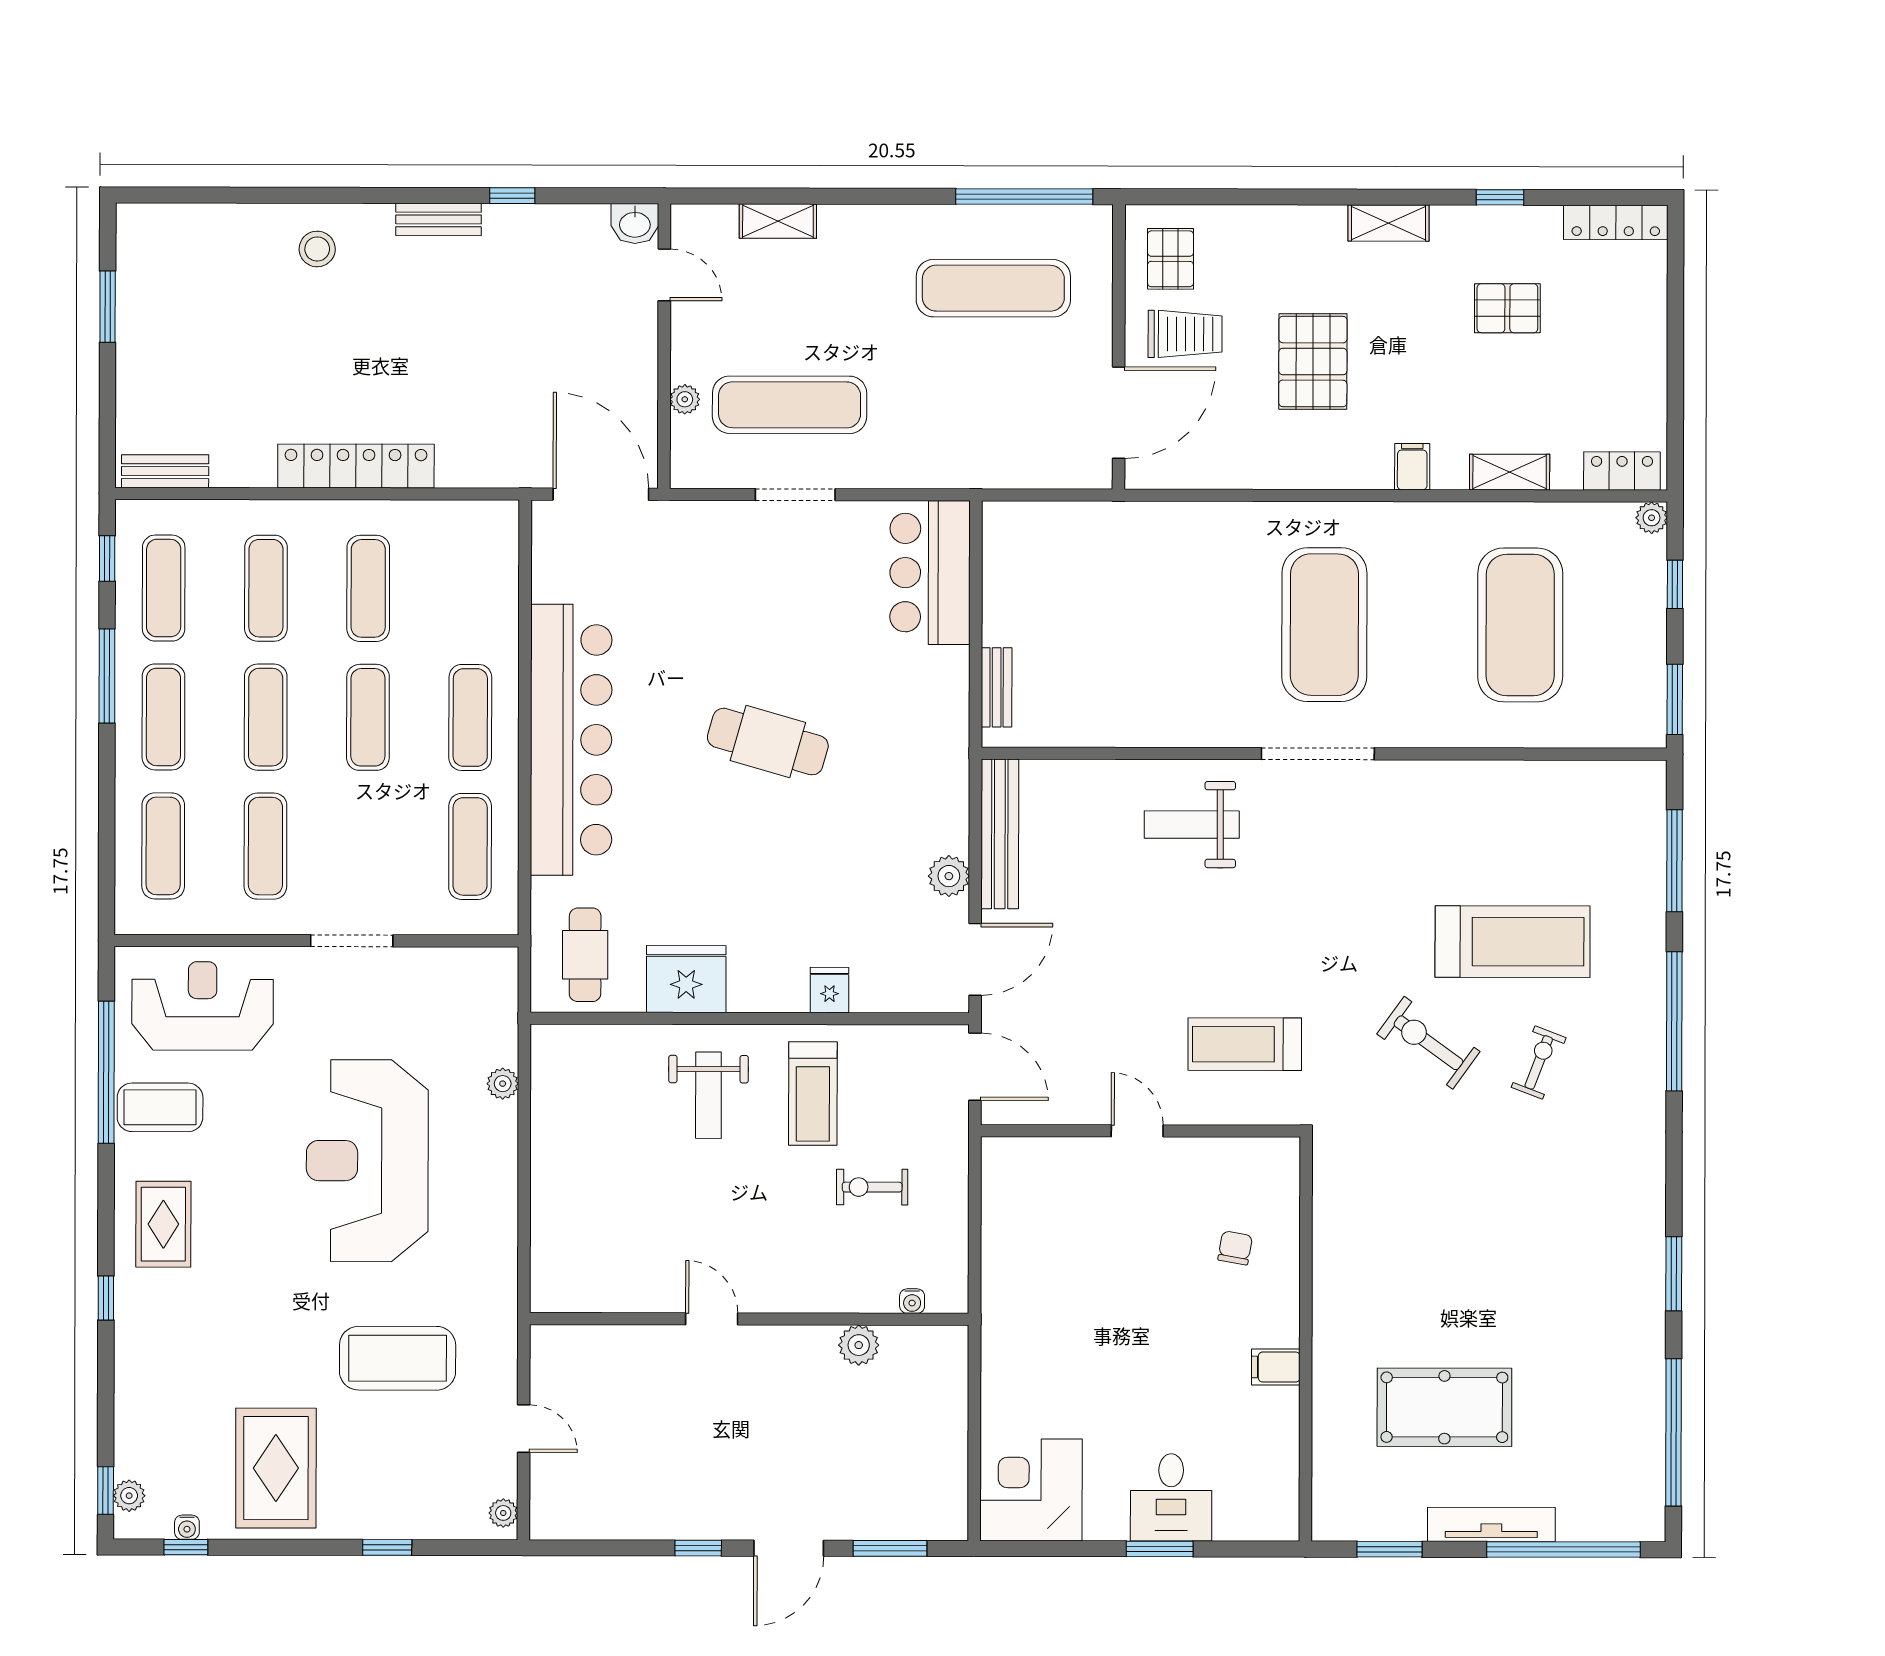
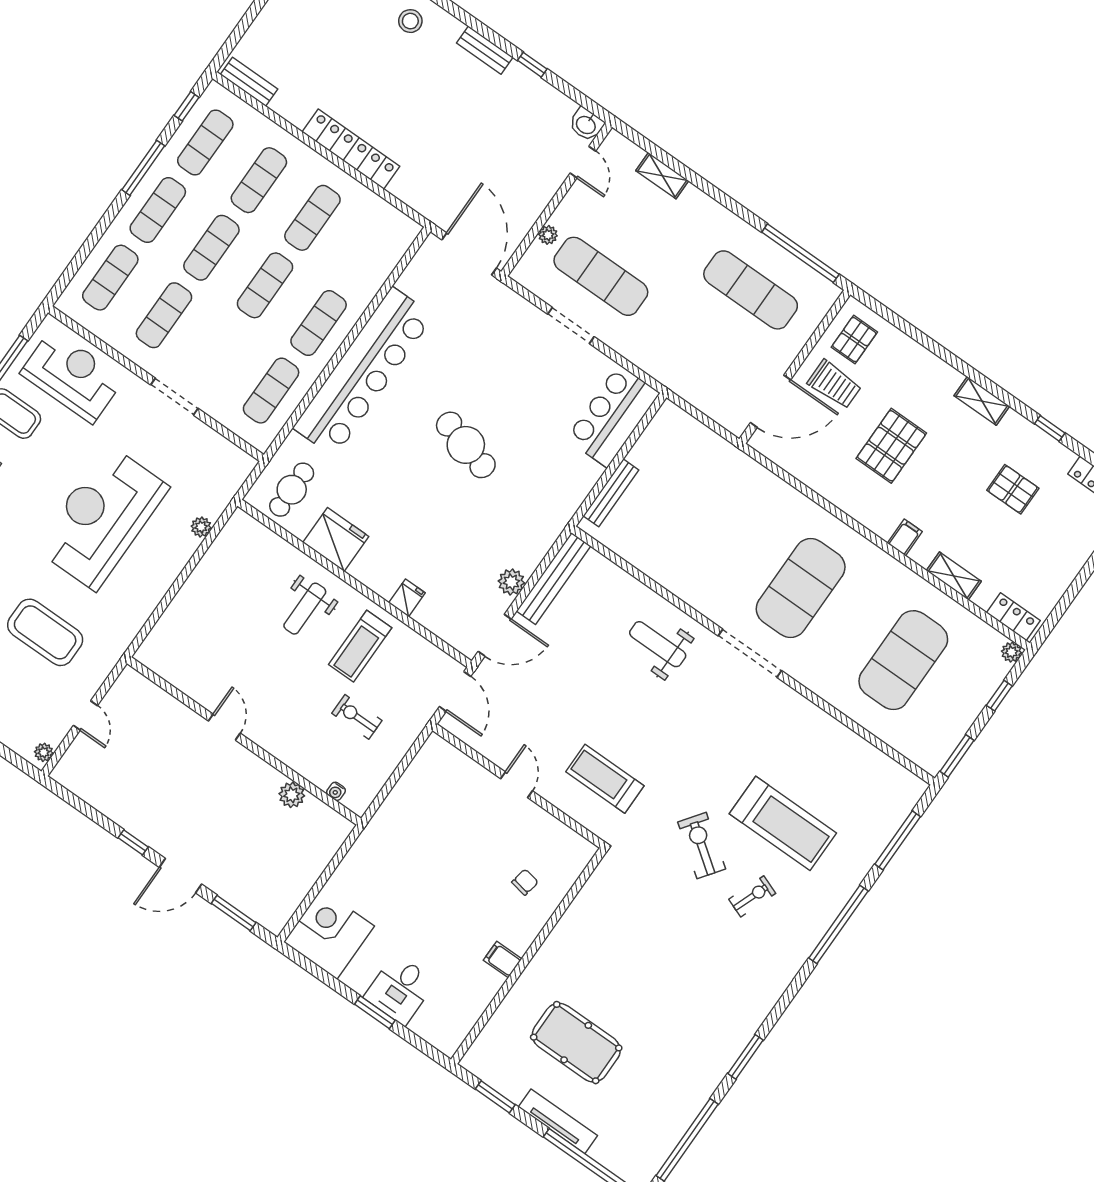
bench: (997, 687) -> (611, 493), width x1.36

